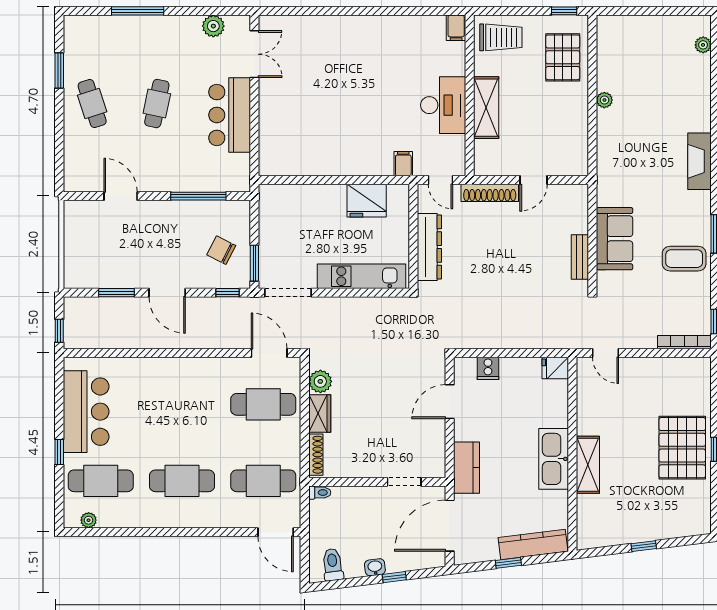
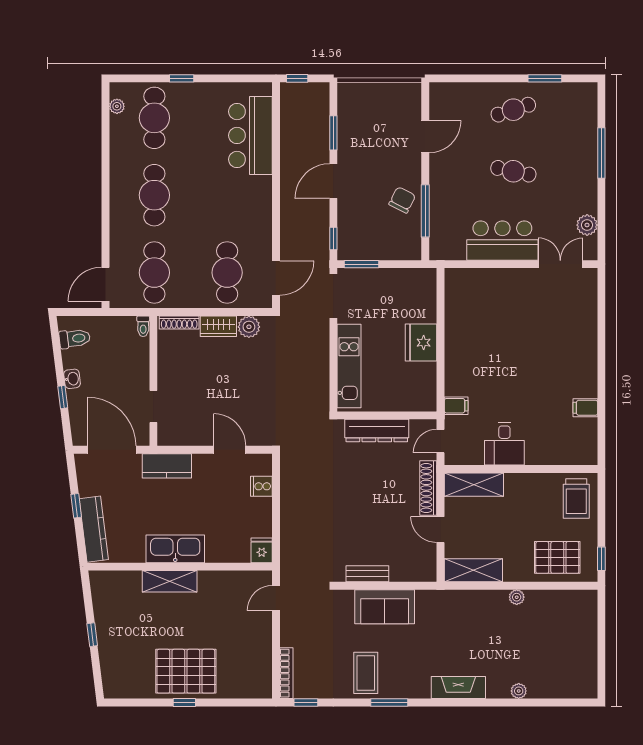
filing cabinet: (456, 28) -> (585, 408), moved
plant: (703, 45) -> (519, 691), moved
double door: (254, 54) -> (560, 264), swing flipped
desk: (443, 105) -> (504, 444), width x0.73
shelving: (486, 108) -> (474, 485), moved
shelving: (576, 146) -> (473, 570), added
fridge: (367, 201) -> (421, 343), moved
chair: (221, 250) -> (402, 200), moved
bar counter: (86, 412) -> (250, 135), moved, turned 90

